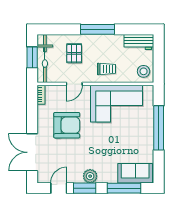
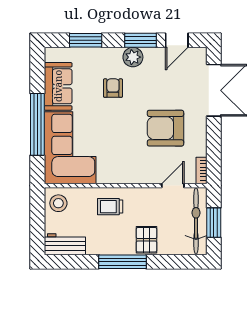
pallet: (74, 53) -> (146, 240), moved
door: (74, 84) -> (173, 186), moved
corner sofa: (117, 104) -> (70, 148), moved, turned 90
armchair: (104, 154) -> (113, 88), added
sofa: (135, 173) -> (58, 86), moved, turned -90
window: (124, 188) -> (86, 40), width x0.69

